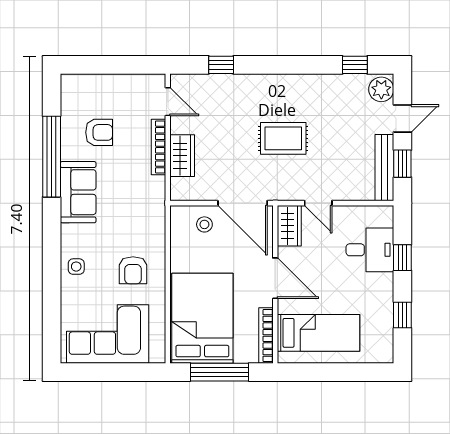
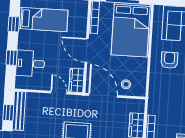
bed: (319, 333) -> (43, 19), moved, turned 180

